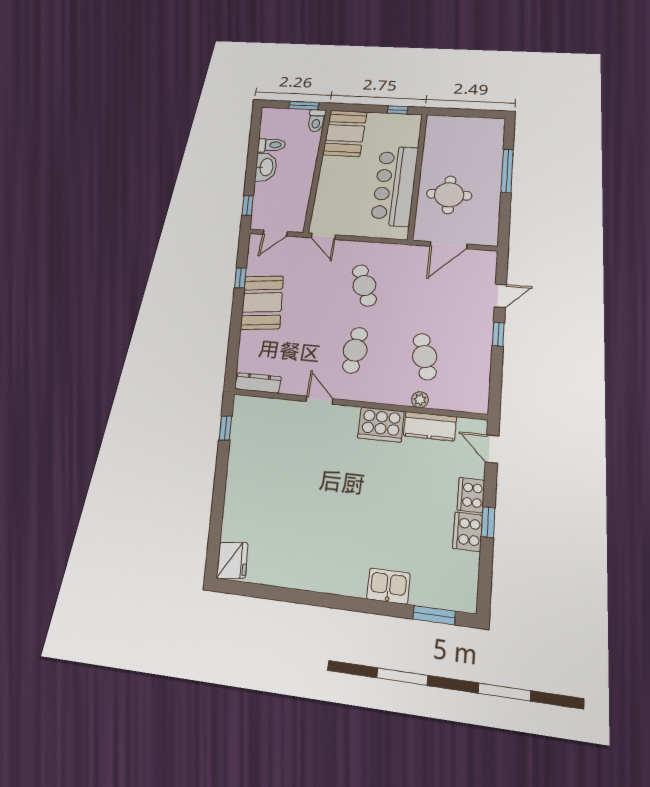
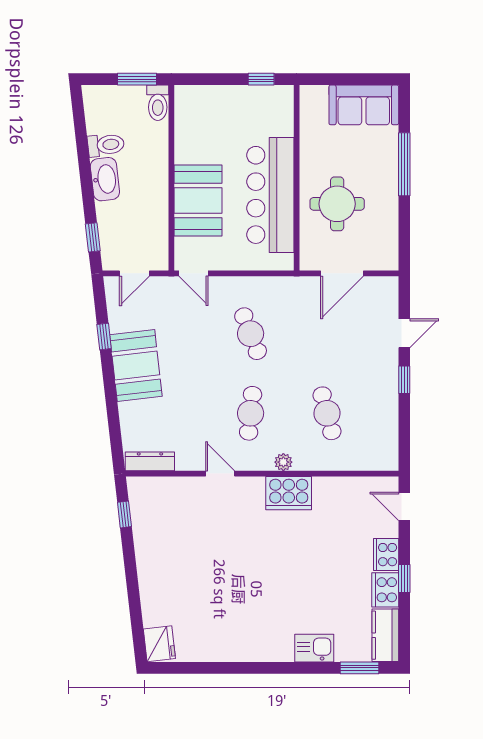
sofa: (477, 130) -> (364, 105), added
booth: (345, 133) -> (198, 200), moved
plant: (420, 400) -> (283, 462), moved
kitchen counter: (430, 426) -> (385, 635), moved, turned 90

